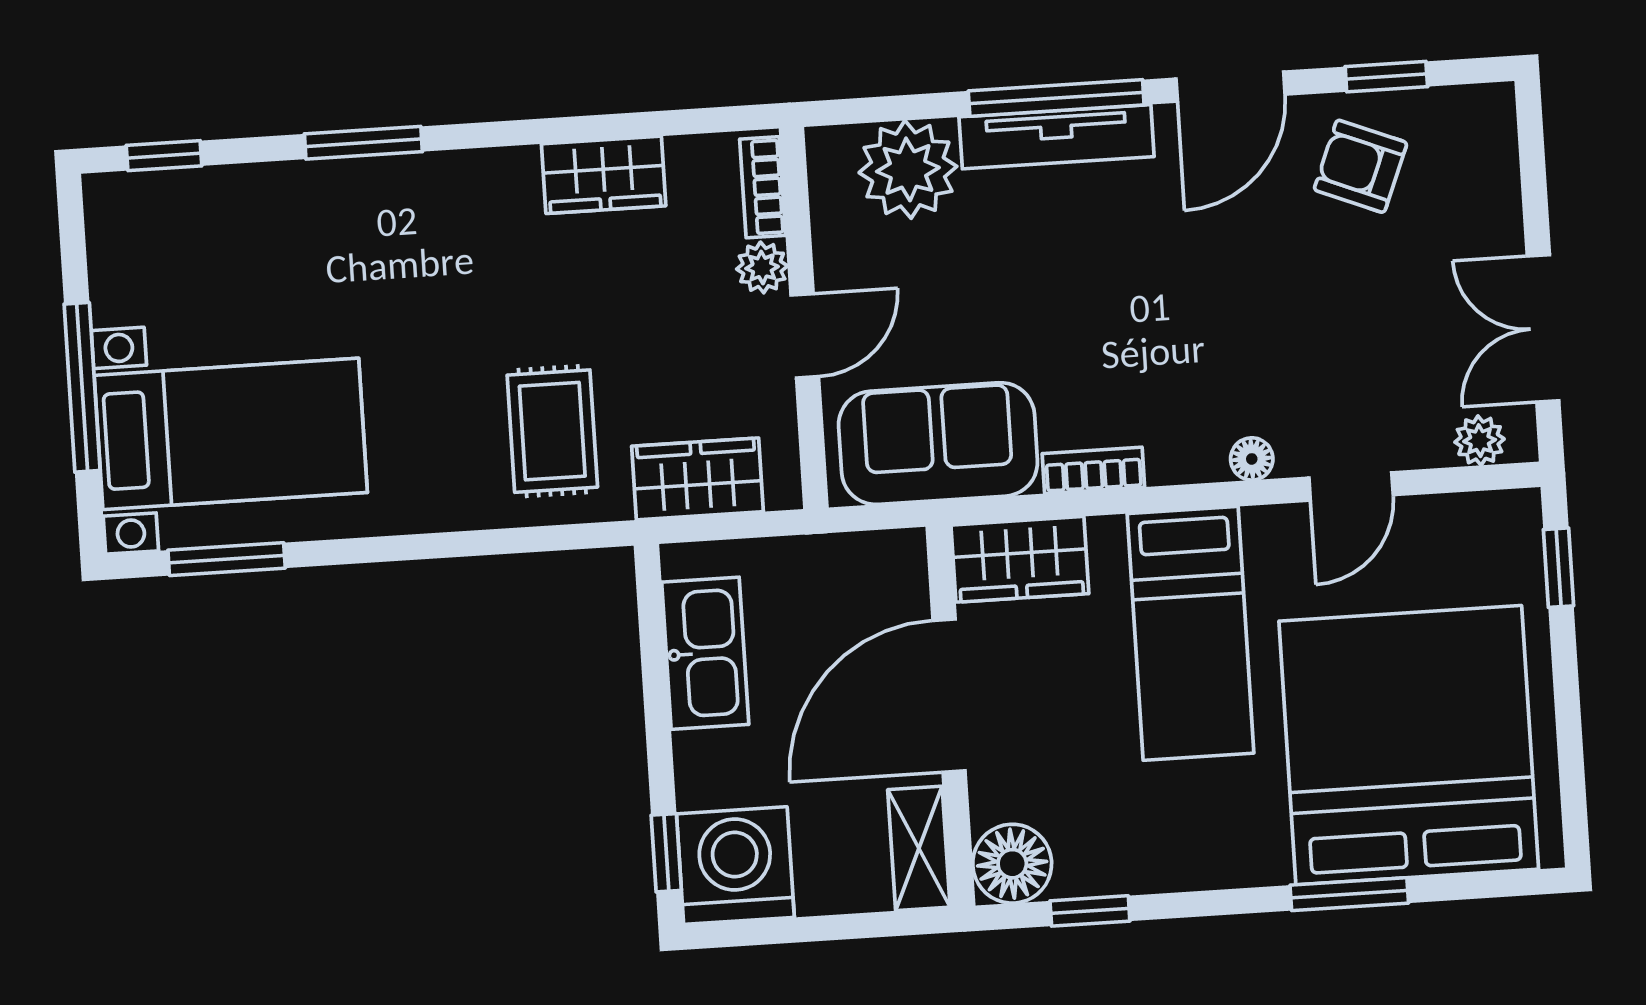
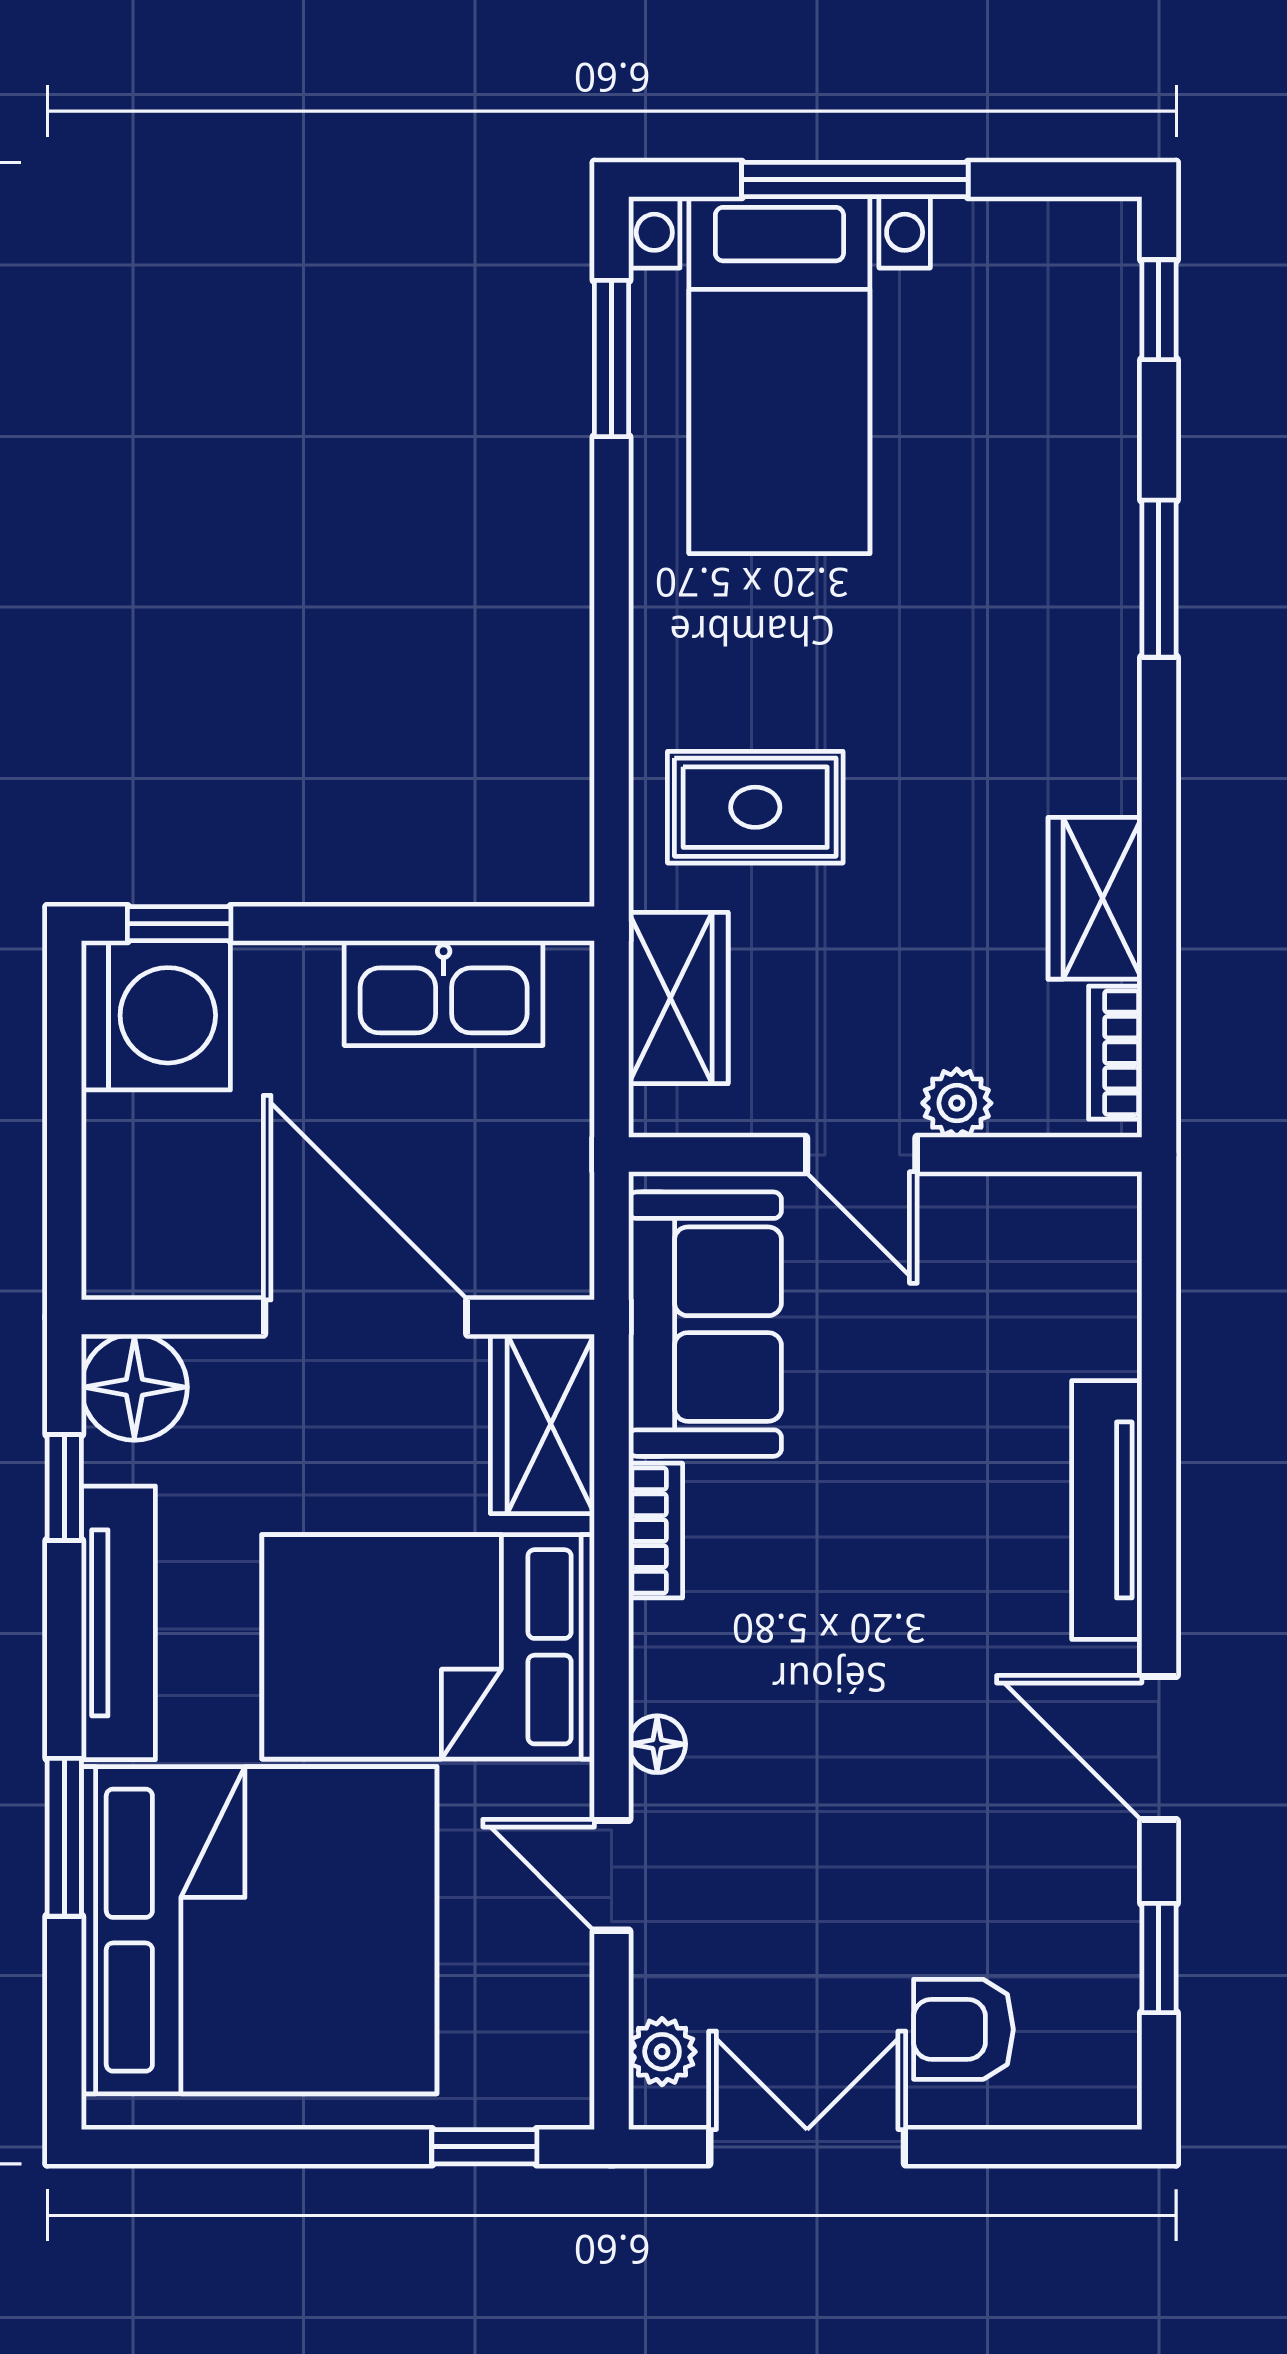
window: (1056, 98) -> (1159, 1513), removed
armchair: (1361, 166) -> (963, 2029), moved, turned -112
plant: (908, 169) -> (1076, 1308), removed
bookcase: (763, 187) -> (1115, 1053), moved, turned -90
bed: (1191, 633) -> (428, 1647), width x1.50
shelving: (919, 848) -> (163, 1263), removed
tv unit: (1188, 864) -> (118, 1623), added

